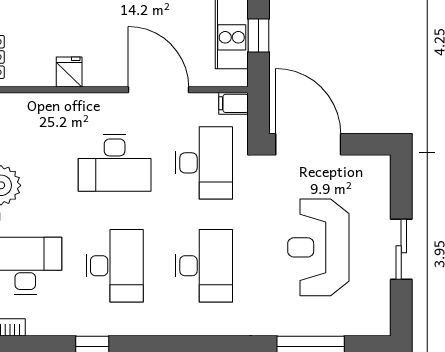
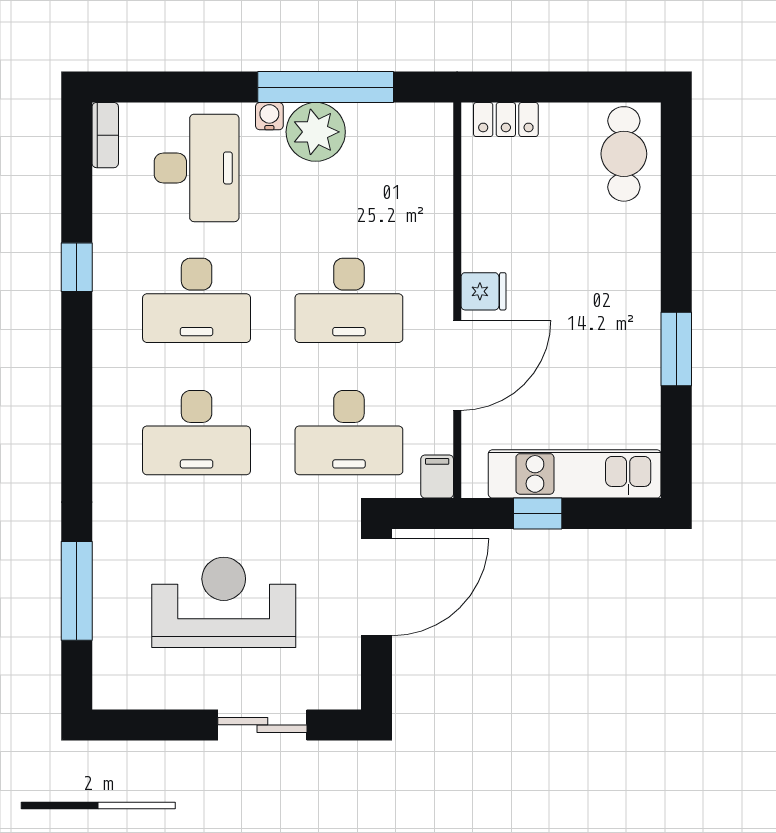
fridge: (69, 72) -> (484, 291), moved
desk: (115, 163) -> (349, 300), turned -90
sliding door: (401, 249) -> (262, 725), moved

